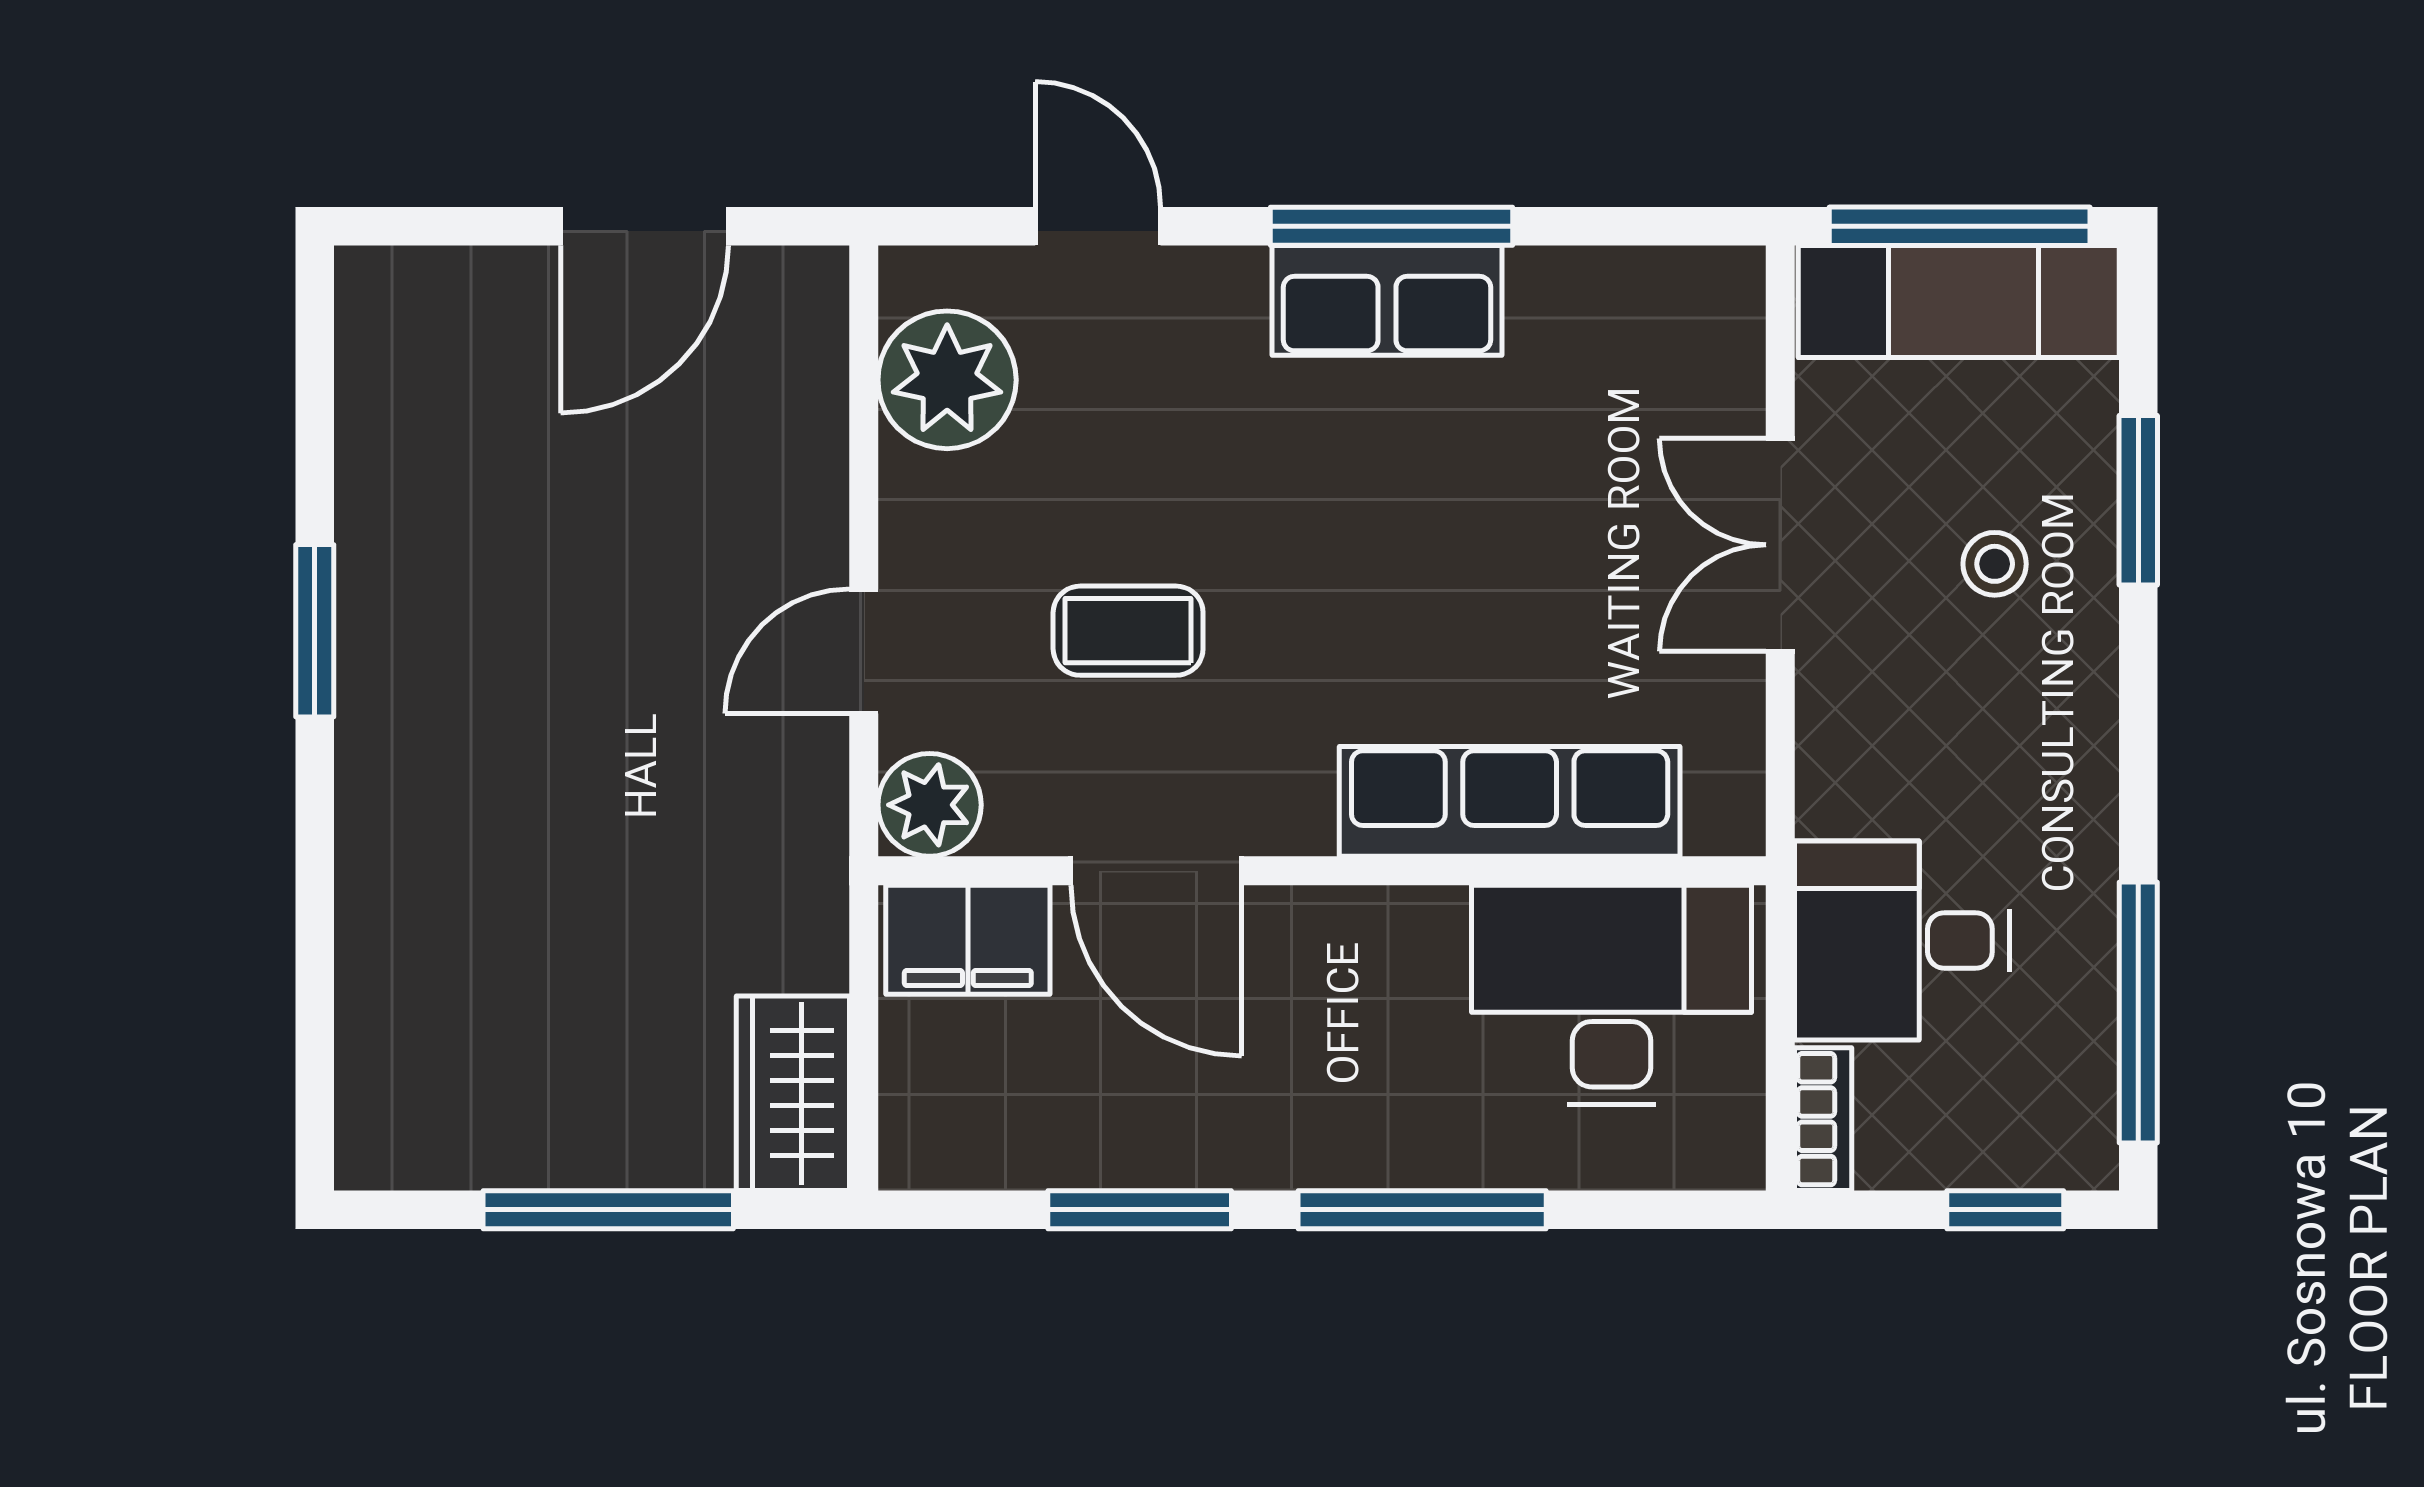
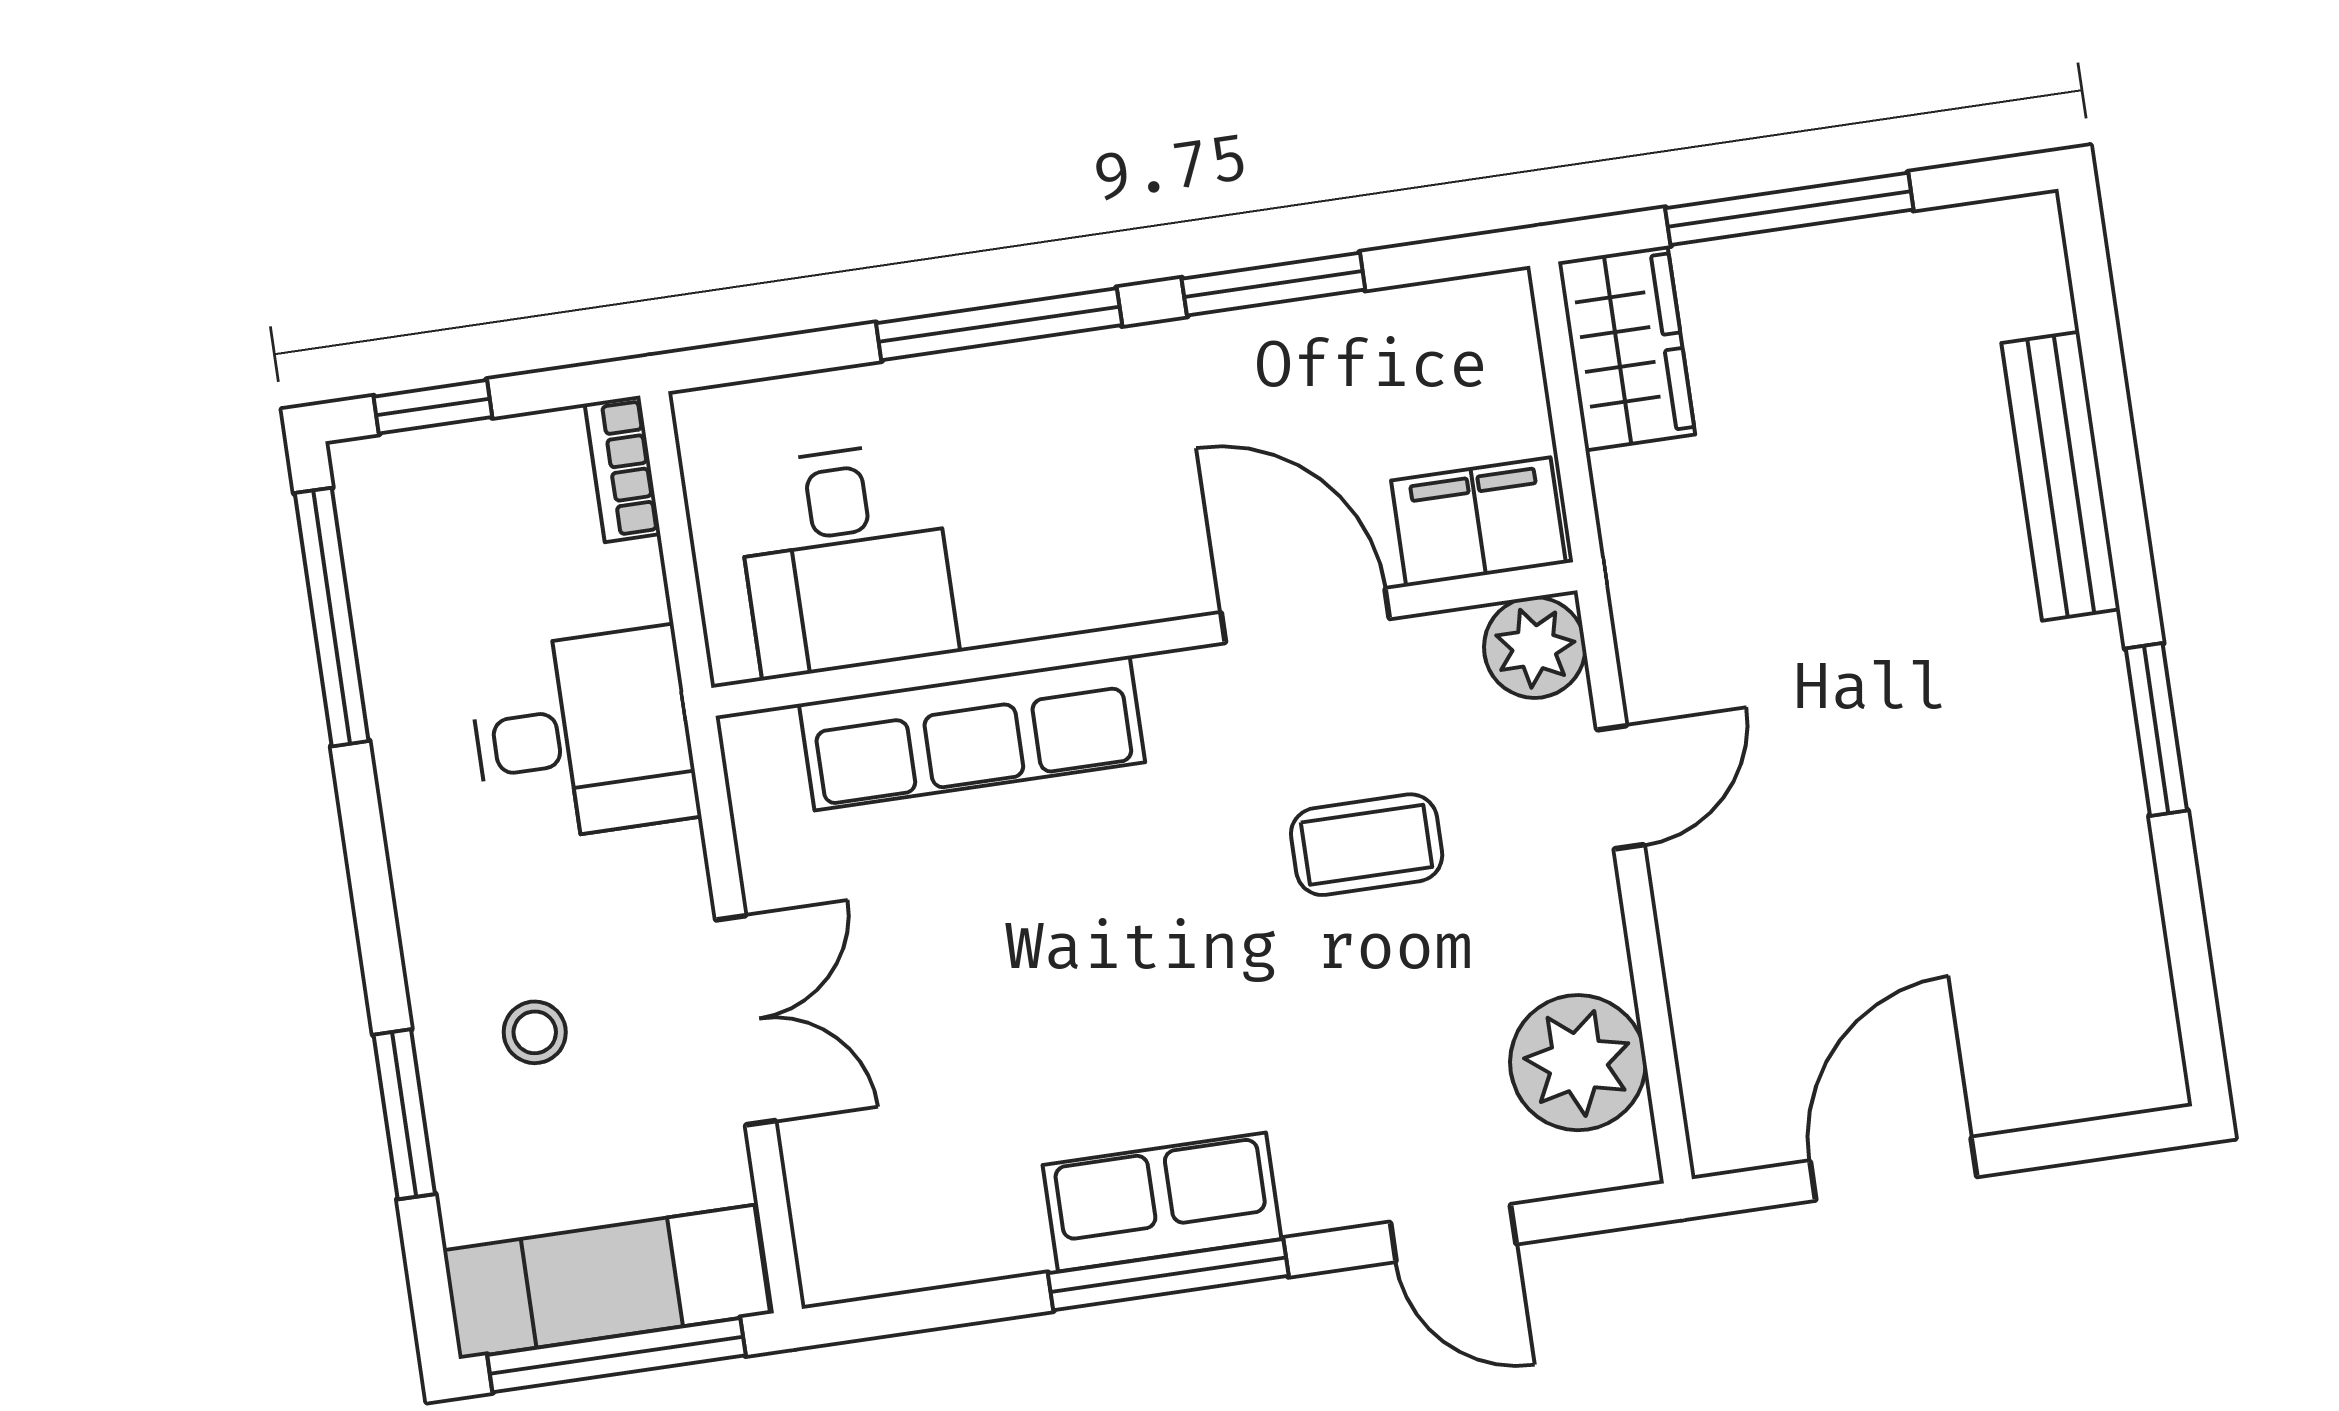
bench: (374, 900) -> (2061, 476), added
desk: (1902, 940) -> (583, 735), moved
desk: (1611, 995) -> (846, 560), width x0.73

